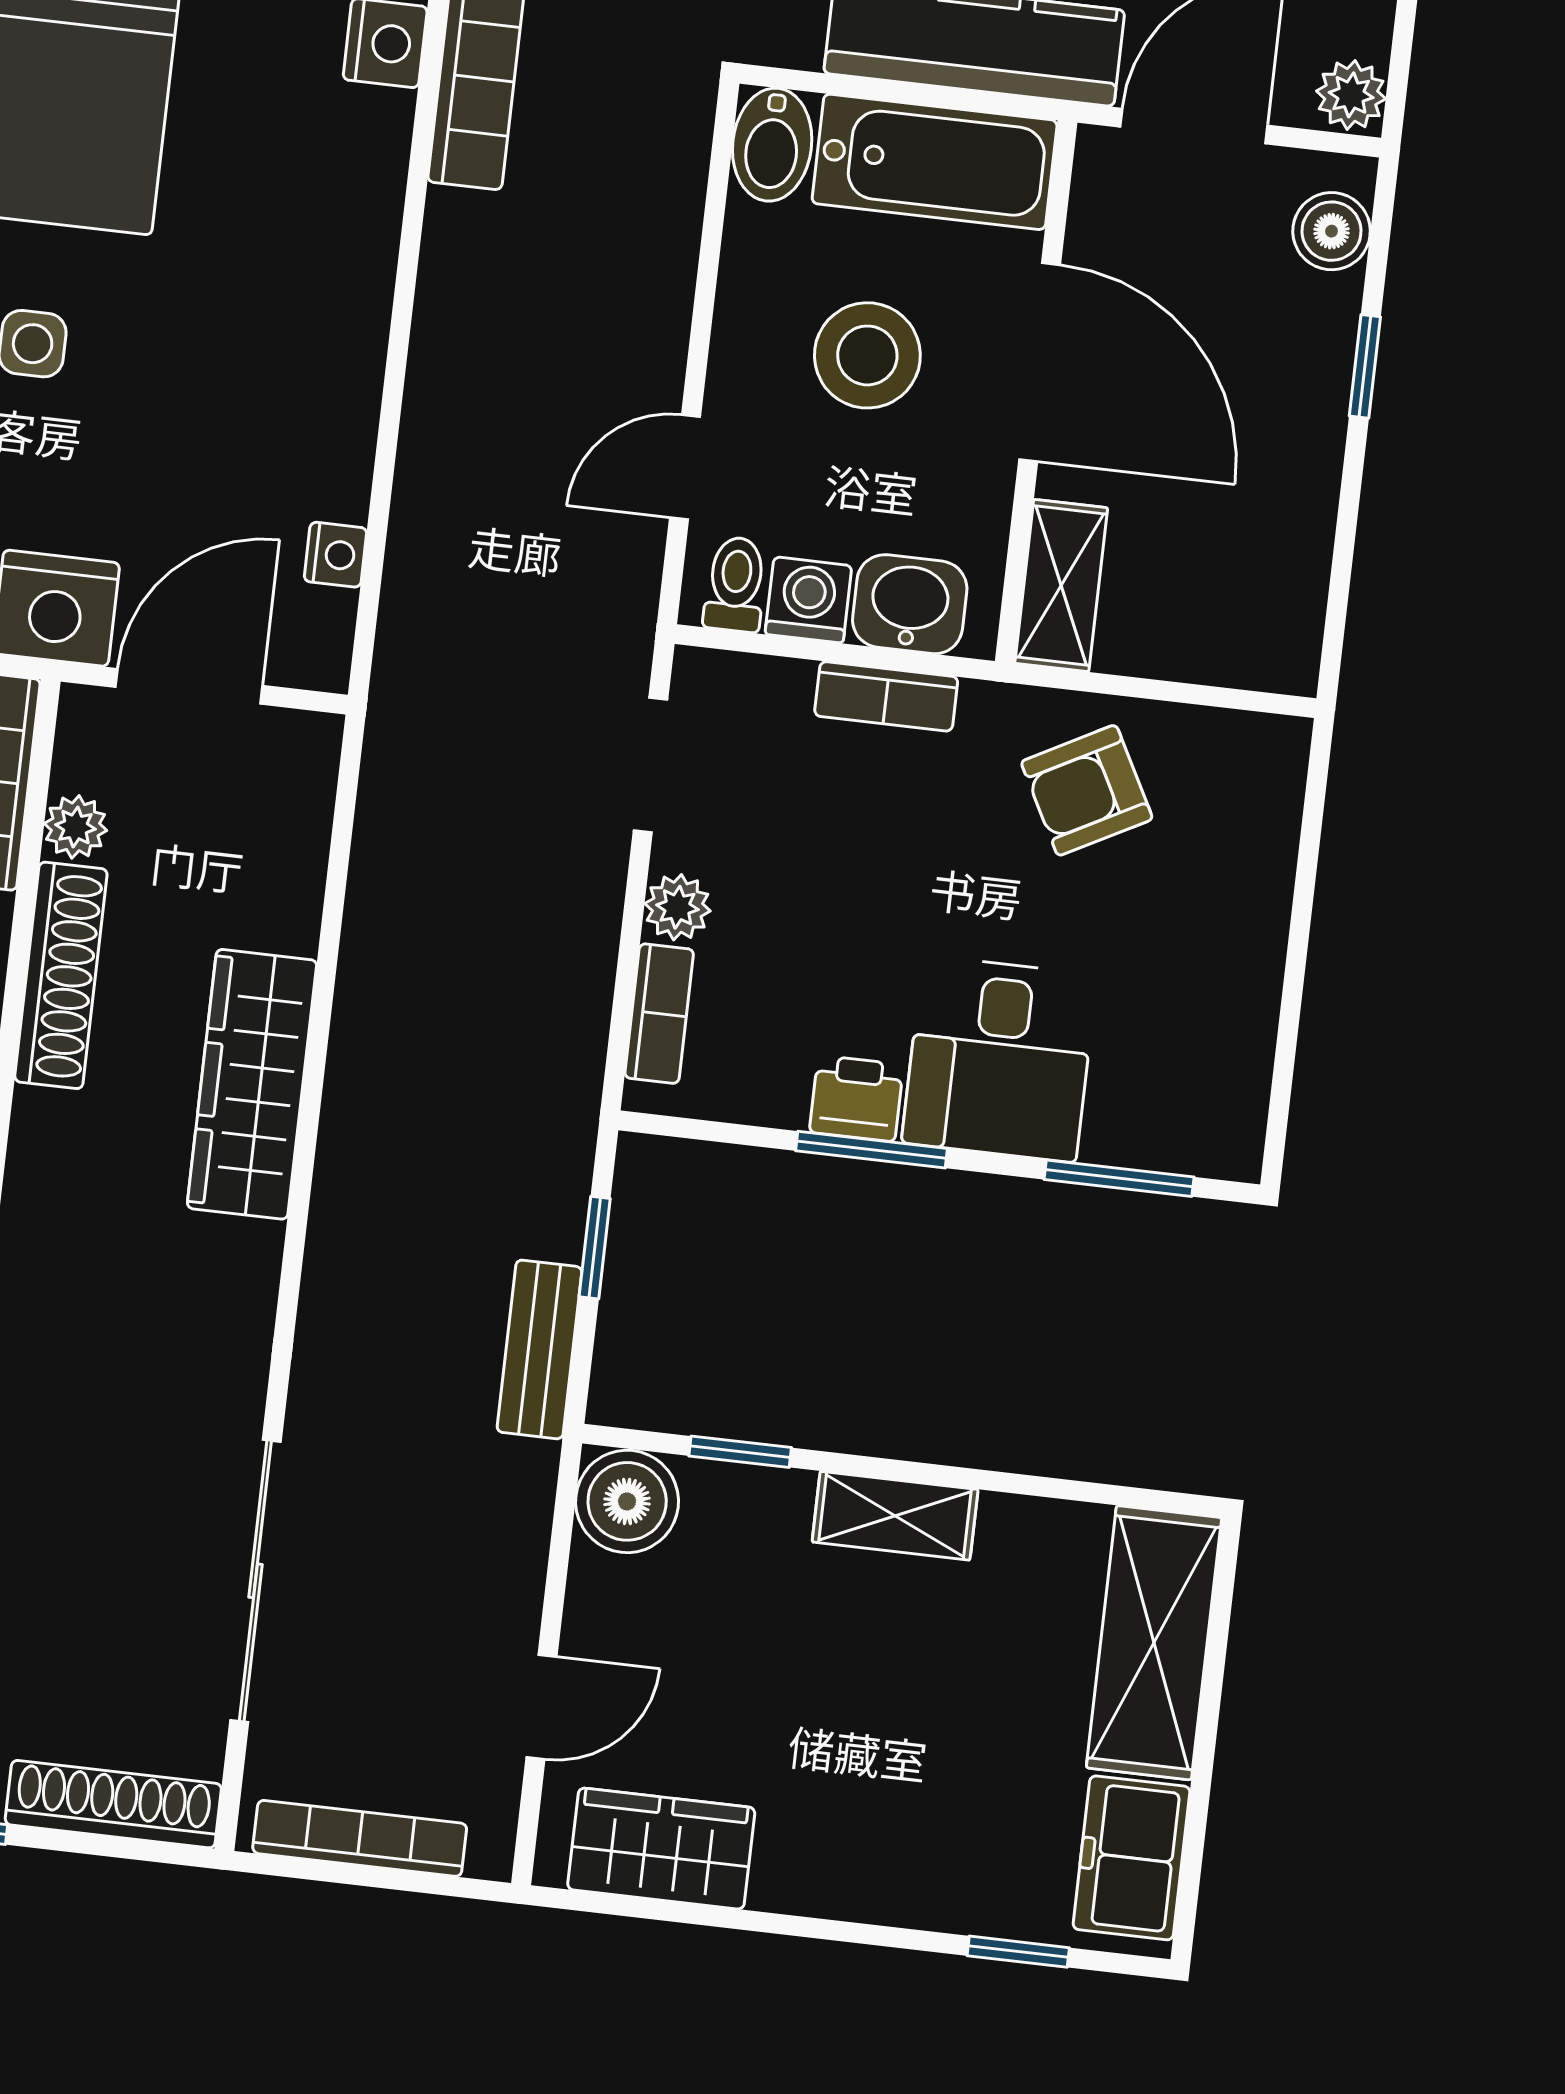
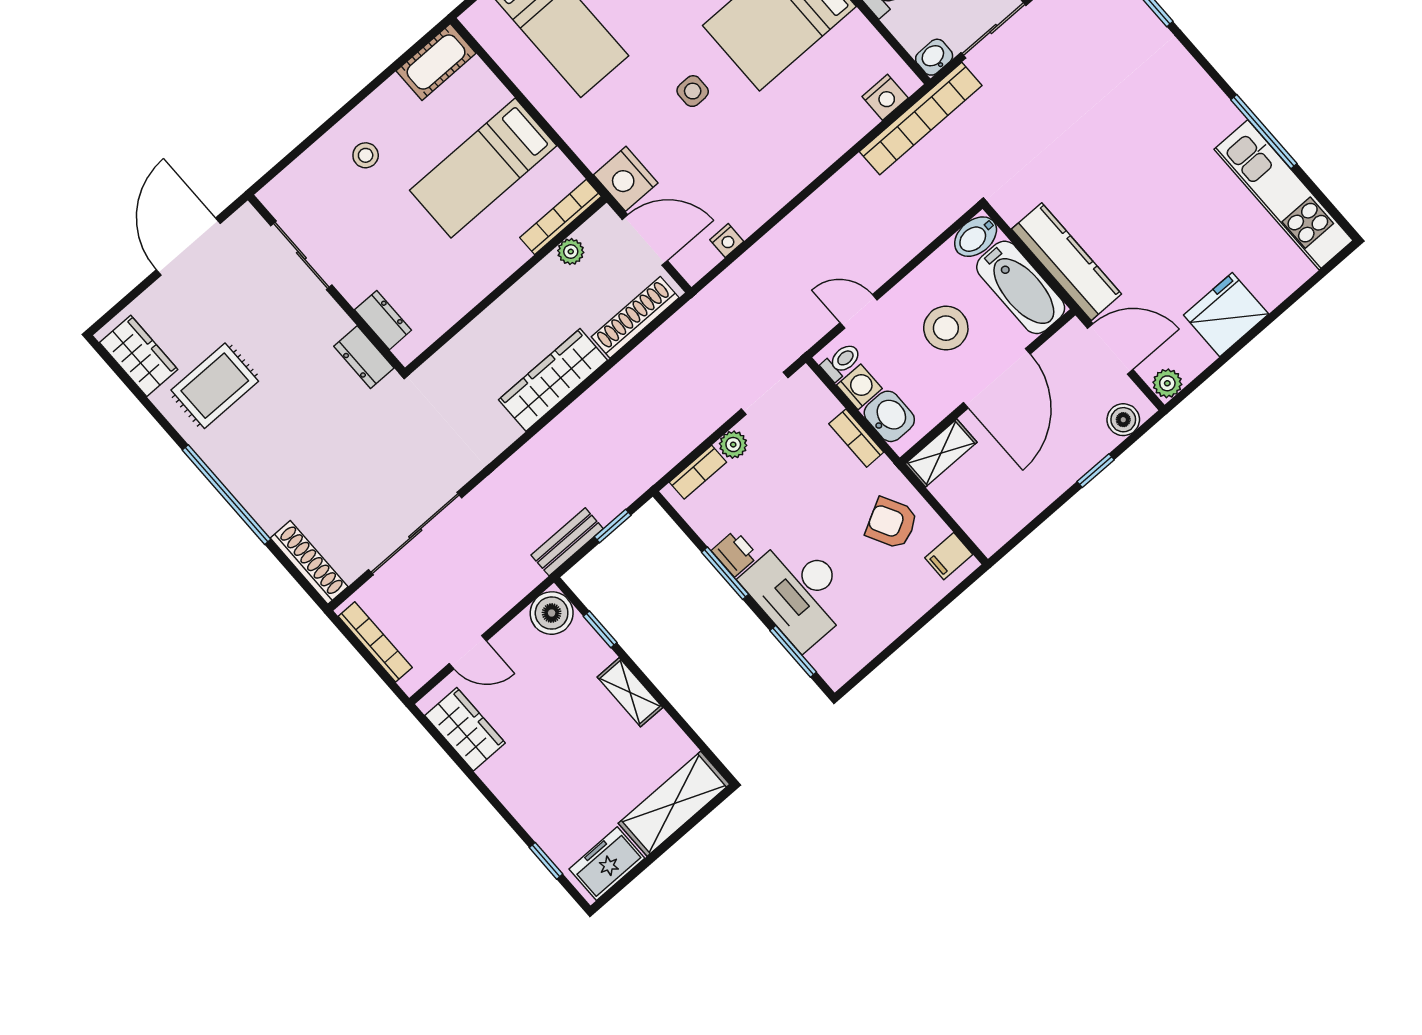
filing cabinet: (1242, 757) -> (949, 556), added
shoe rack: (61, 975) -> (635, 317), moved, turned 180
desk: (999, 1059) -> (799, 591), width x1.37

